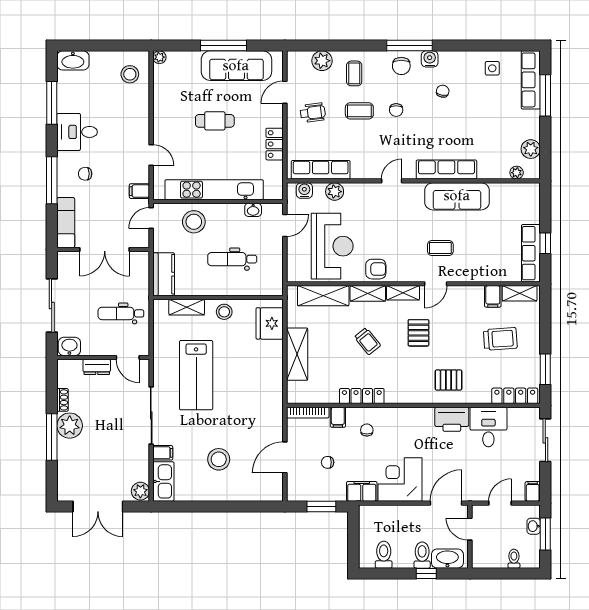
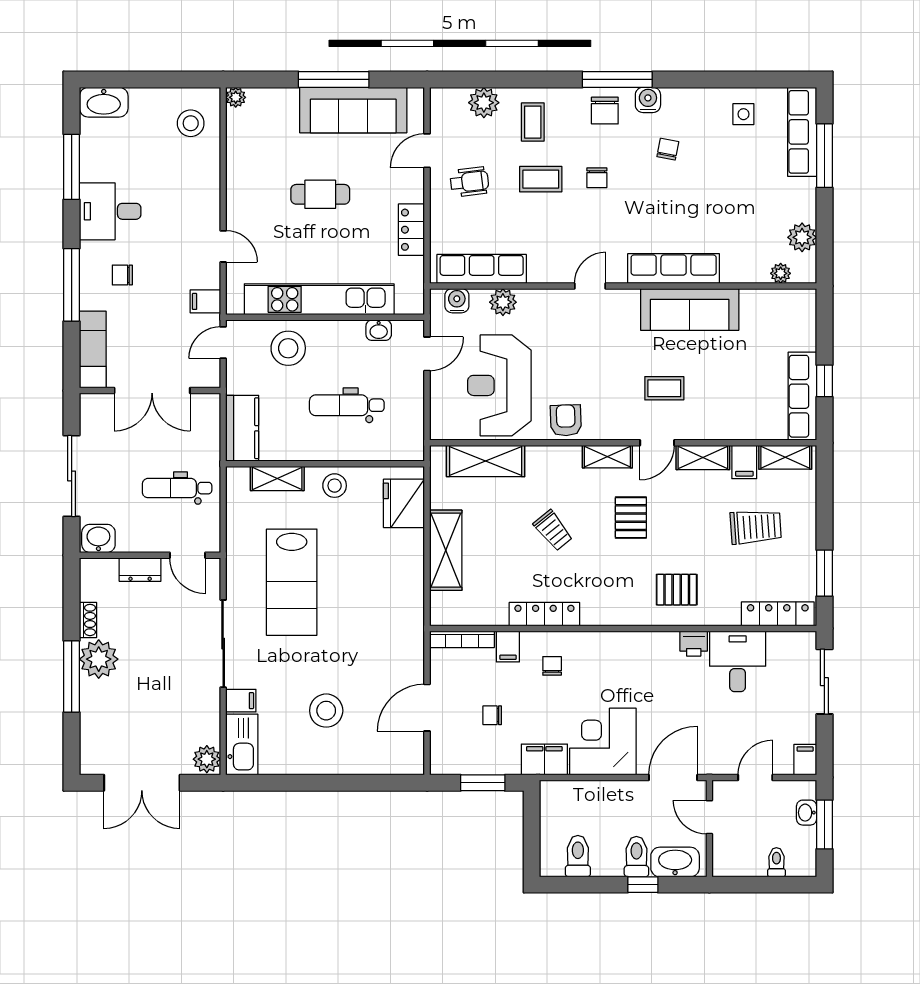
reception desk: (332, 246) -> (499, 385), turned 180
armchair: (376, 269) -> (566, 420), turned -92
shelving: (368, 293) -> (703, 458), moved
printer: (452, 419) -> (694, 644), width x0.53, depth x0.68

